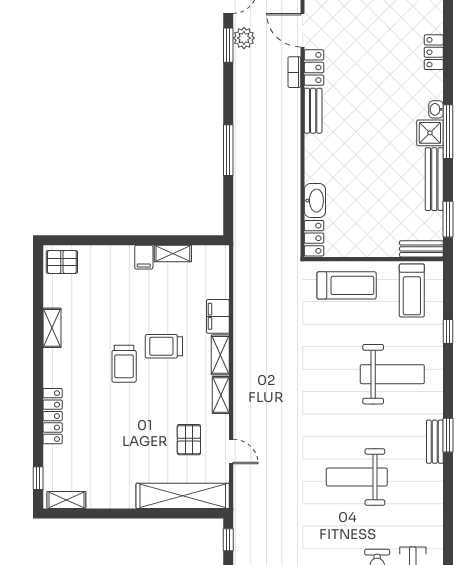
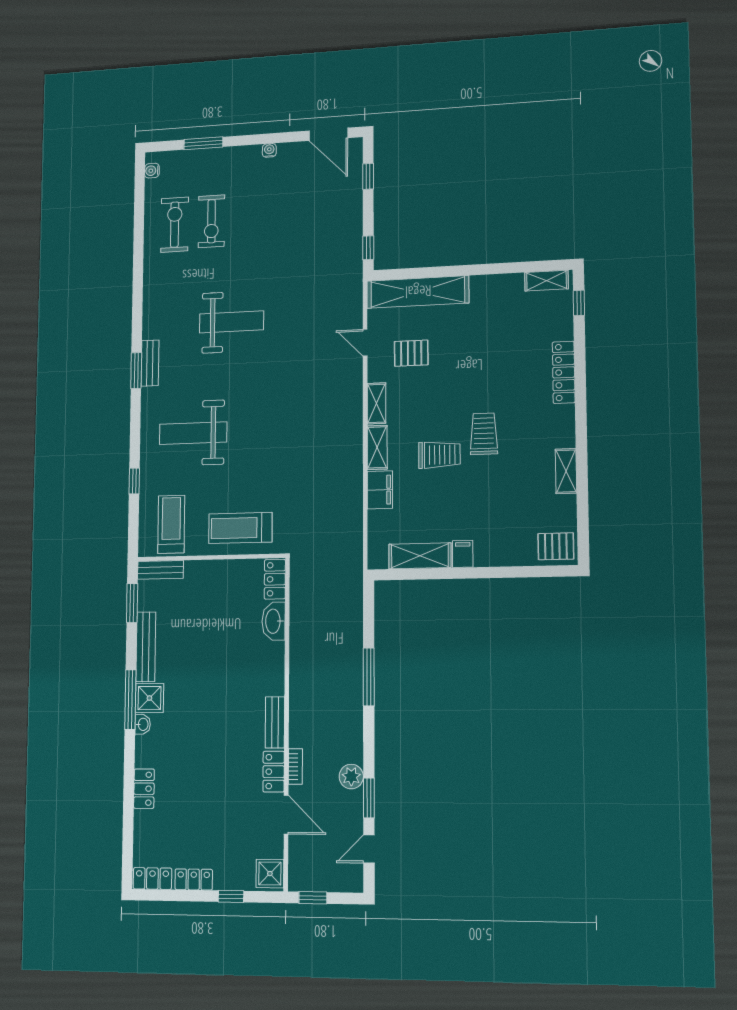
plant: (244, 38) -> (351, 777), moved
shelving: (173, 254) -> (420, 556), width x1.50, depth x1.33
pallet: (189, 440) -> (411, 353), turned 90

